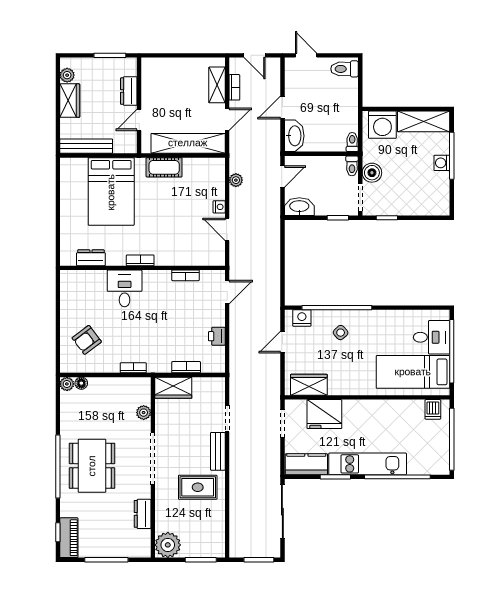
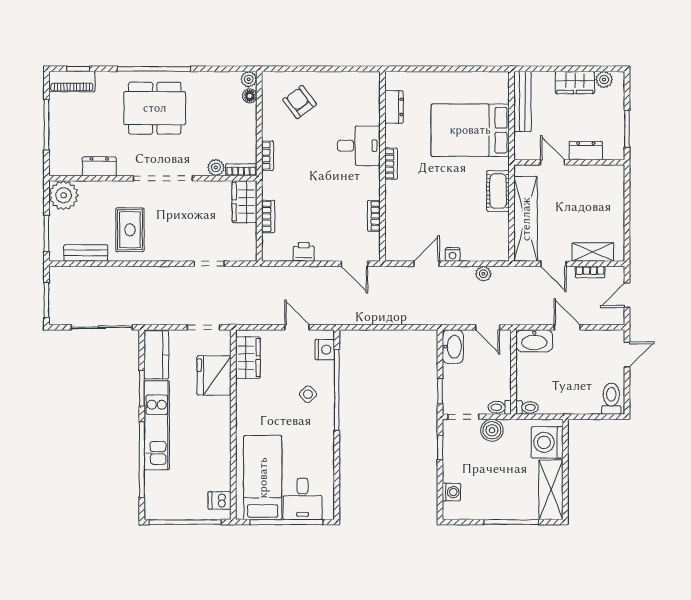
washing machine: (442, 163) -> (451, 492), moved, turned 90
bookcase: (146, 391) -> (241, 170), added
bench: (218, 451) -> (86, 253), moved

